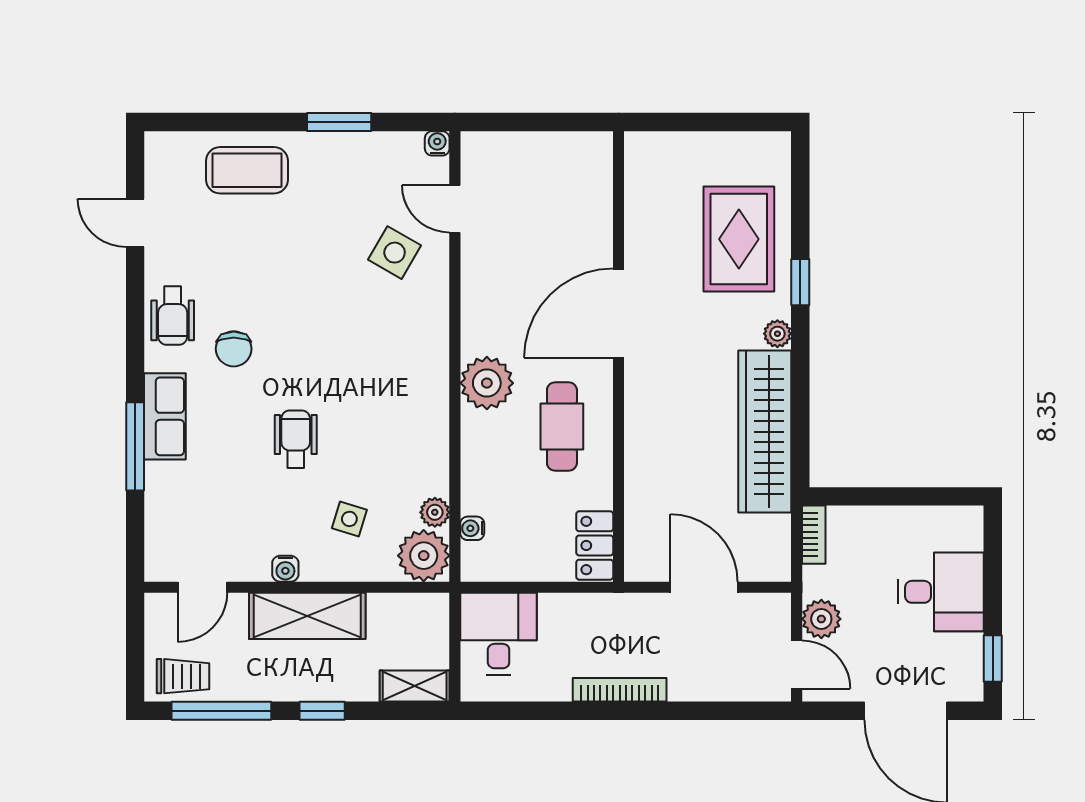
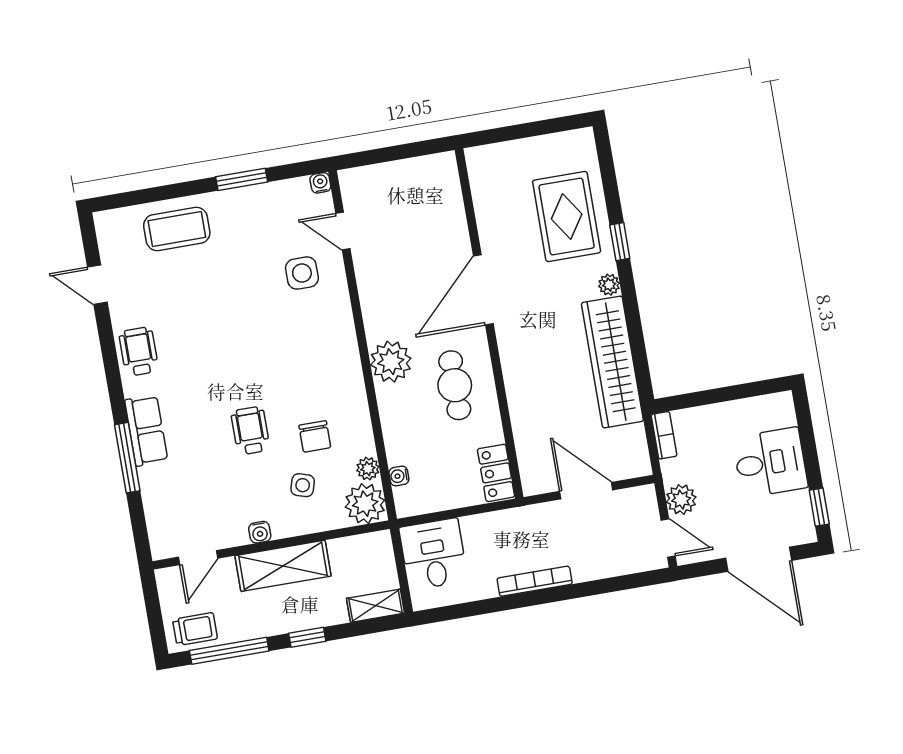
side table: (395, 253) -> (302, 273), turned -30
wheelchair: (173, 316) -> (139, 352), turned 180
chair: (234, 349) -> (315, 436), moved

